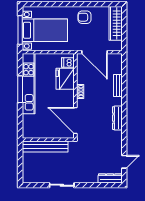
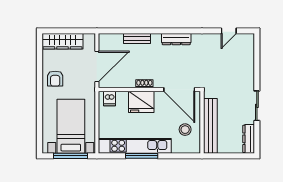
fridge: (65, 79) -> (141, 102), moved
door: (75, 121) -> (179, 89), hinge flipped
stool: (42, 125) -> (185, 130), added
door: (124, 162) -> (229, 31), swing flipped
dresser: (110, 178) -> (249, 139), moved

